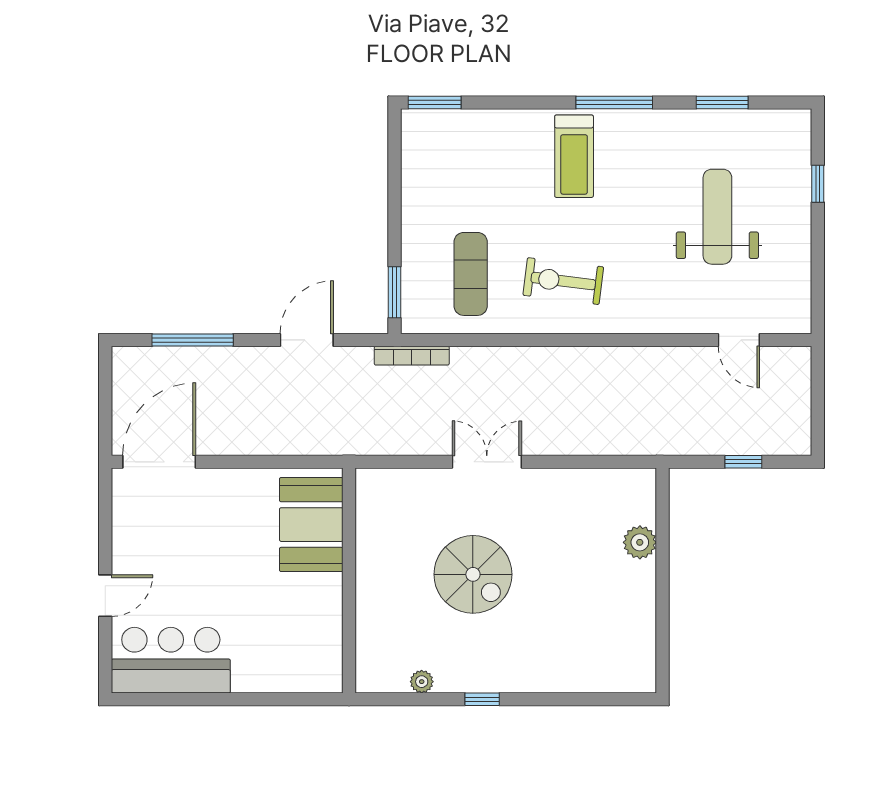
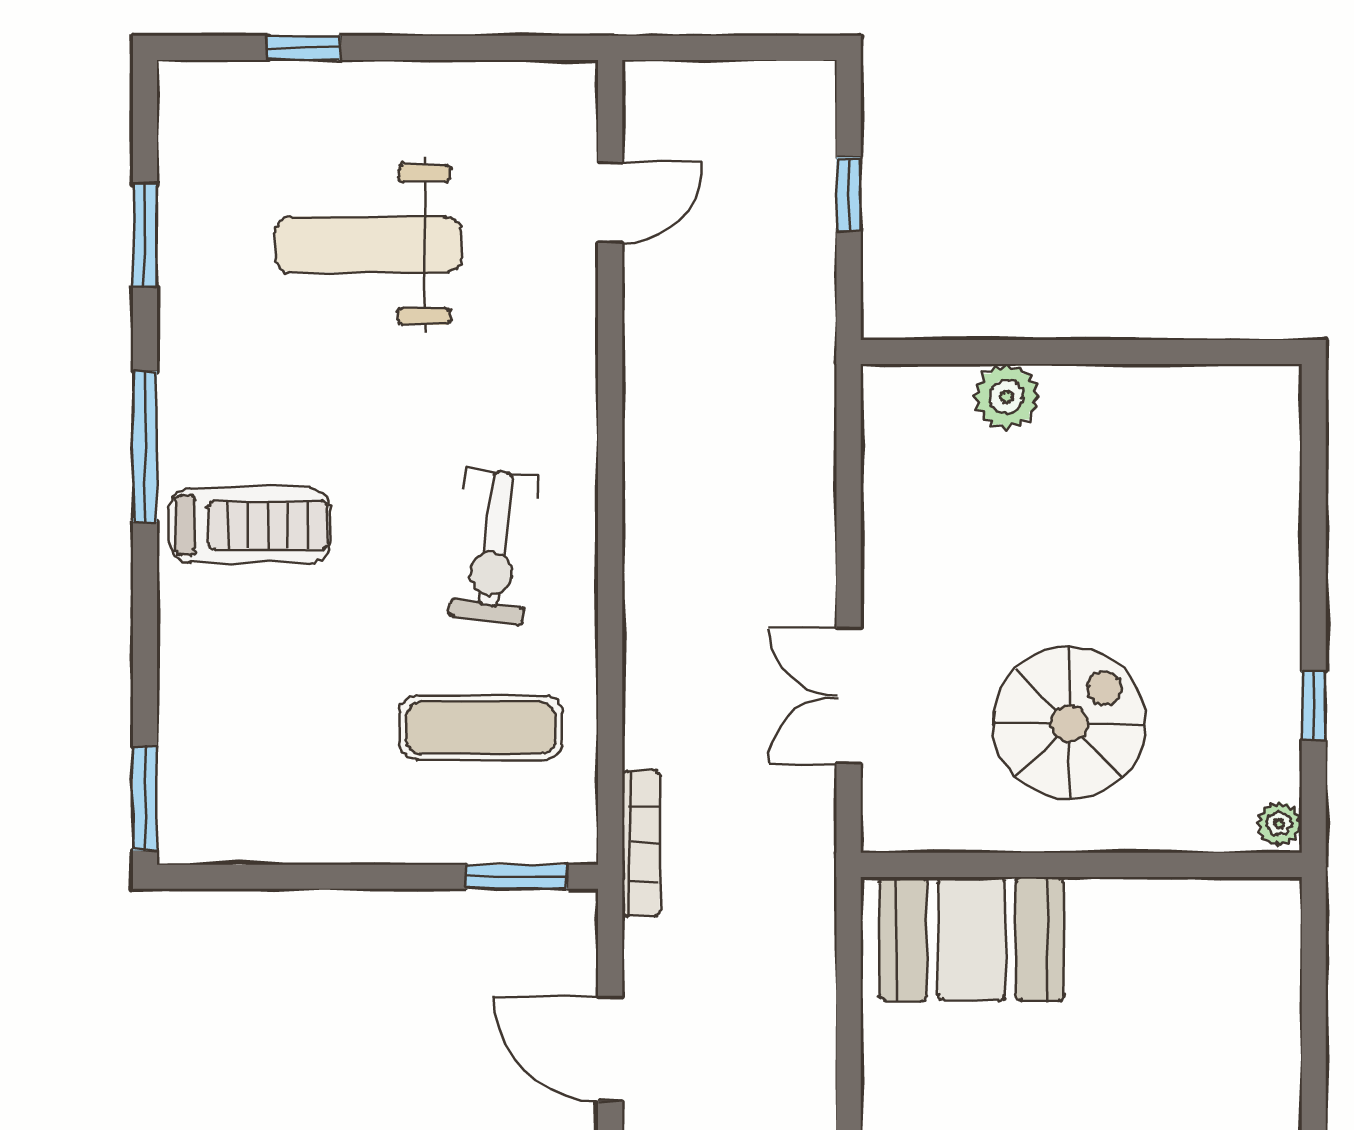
booth: (311, 525) -> (972, 939), moved
wall: (349, 581) -> (1081, 865), moved

